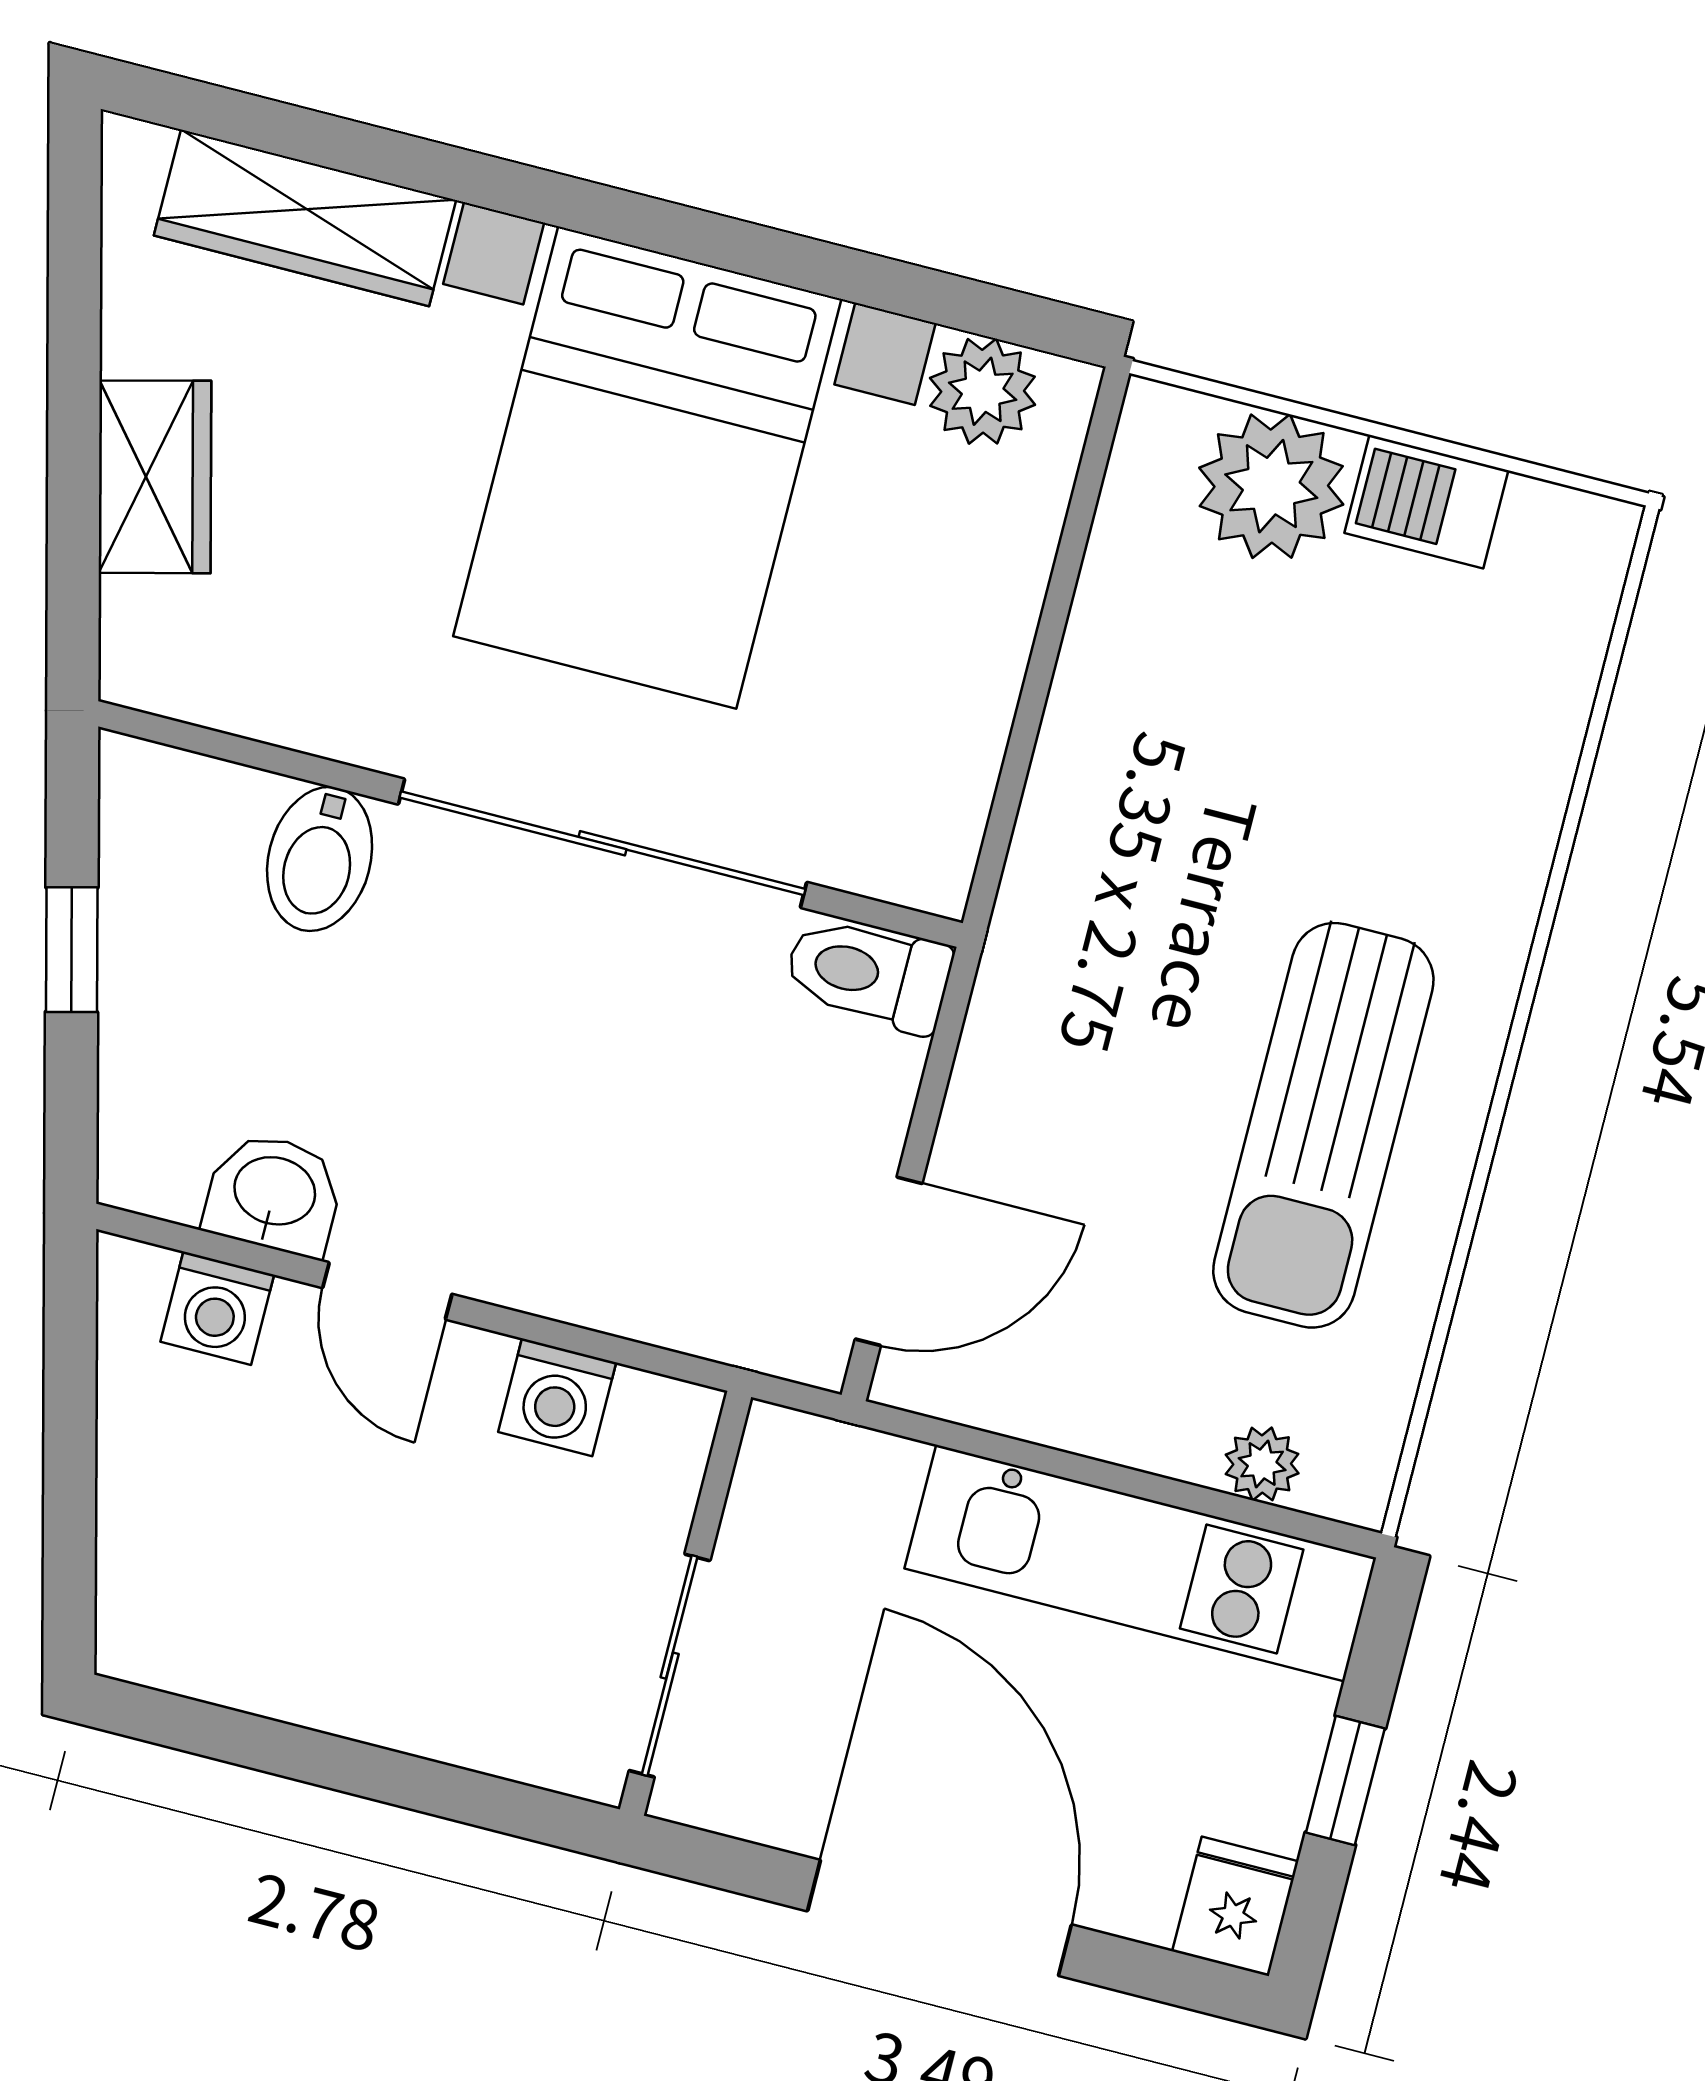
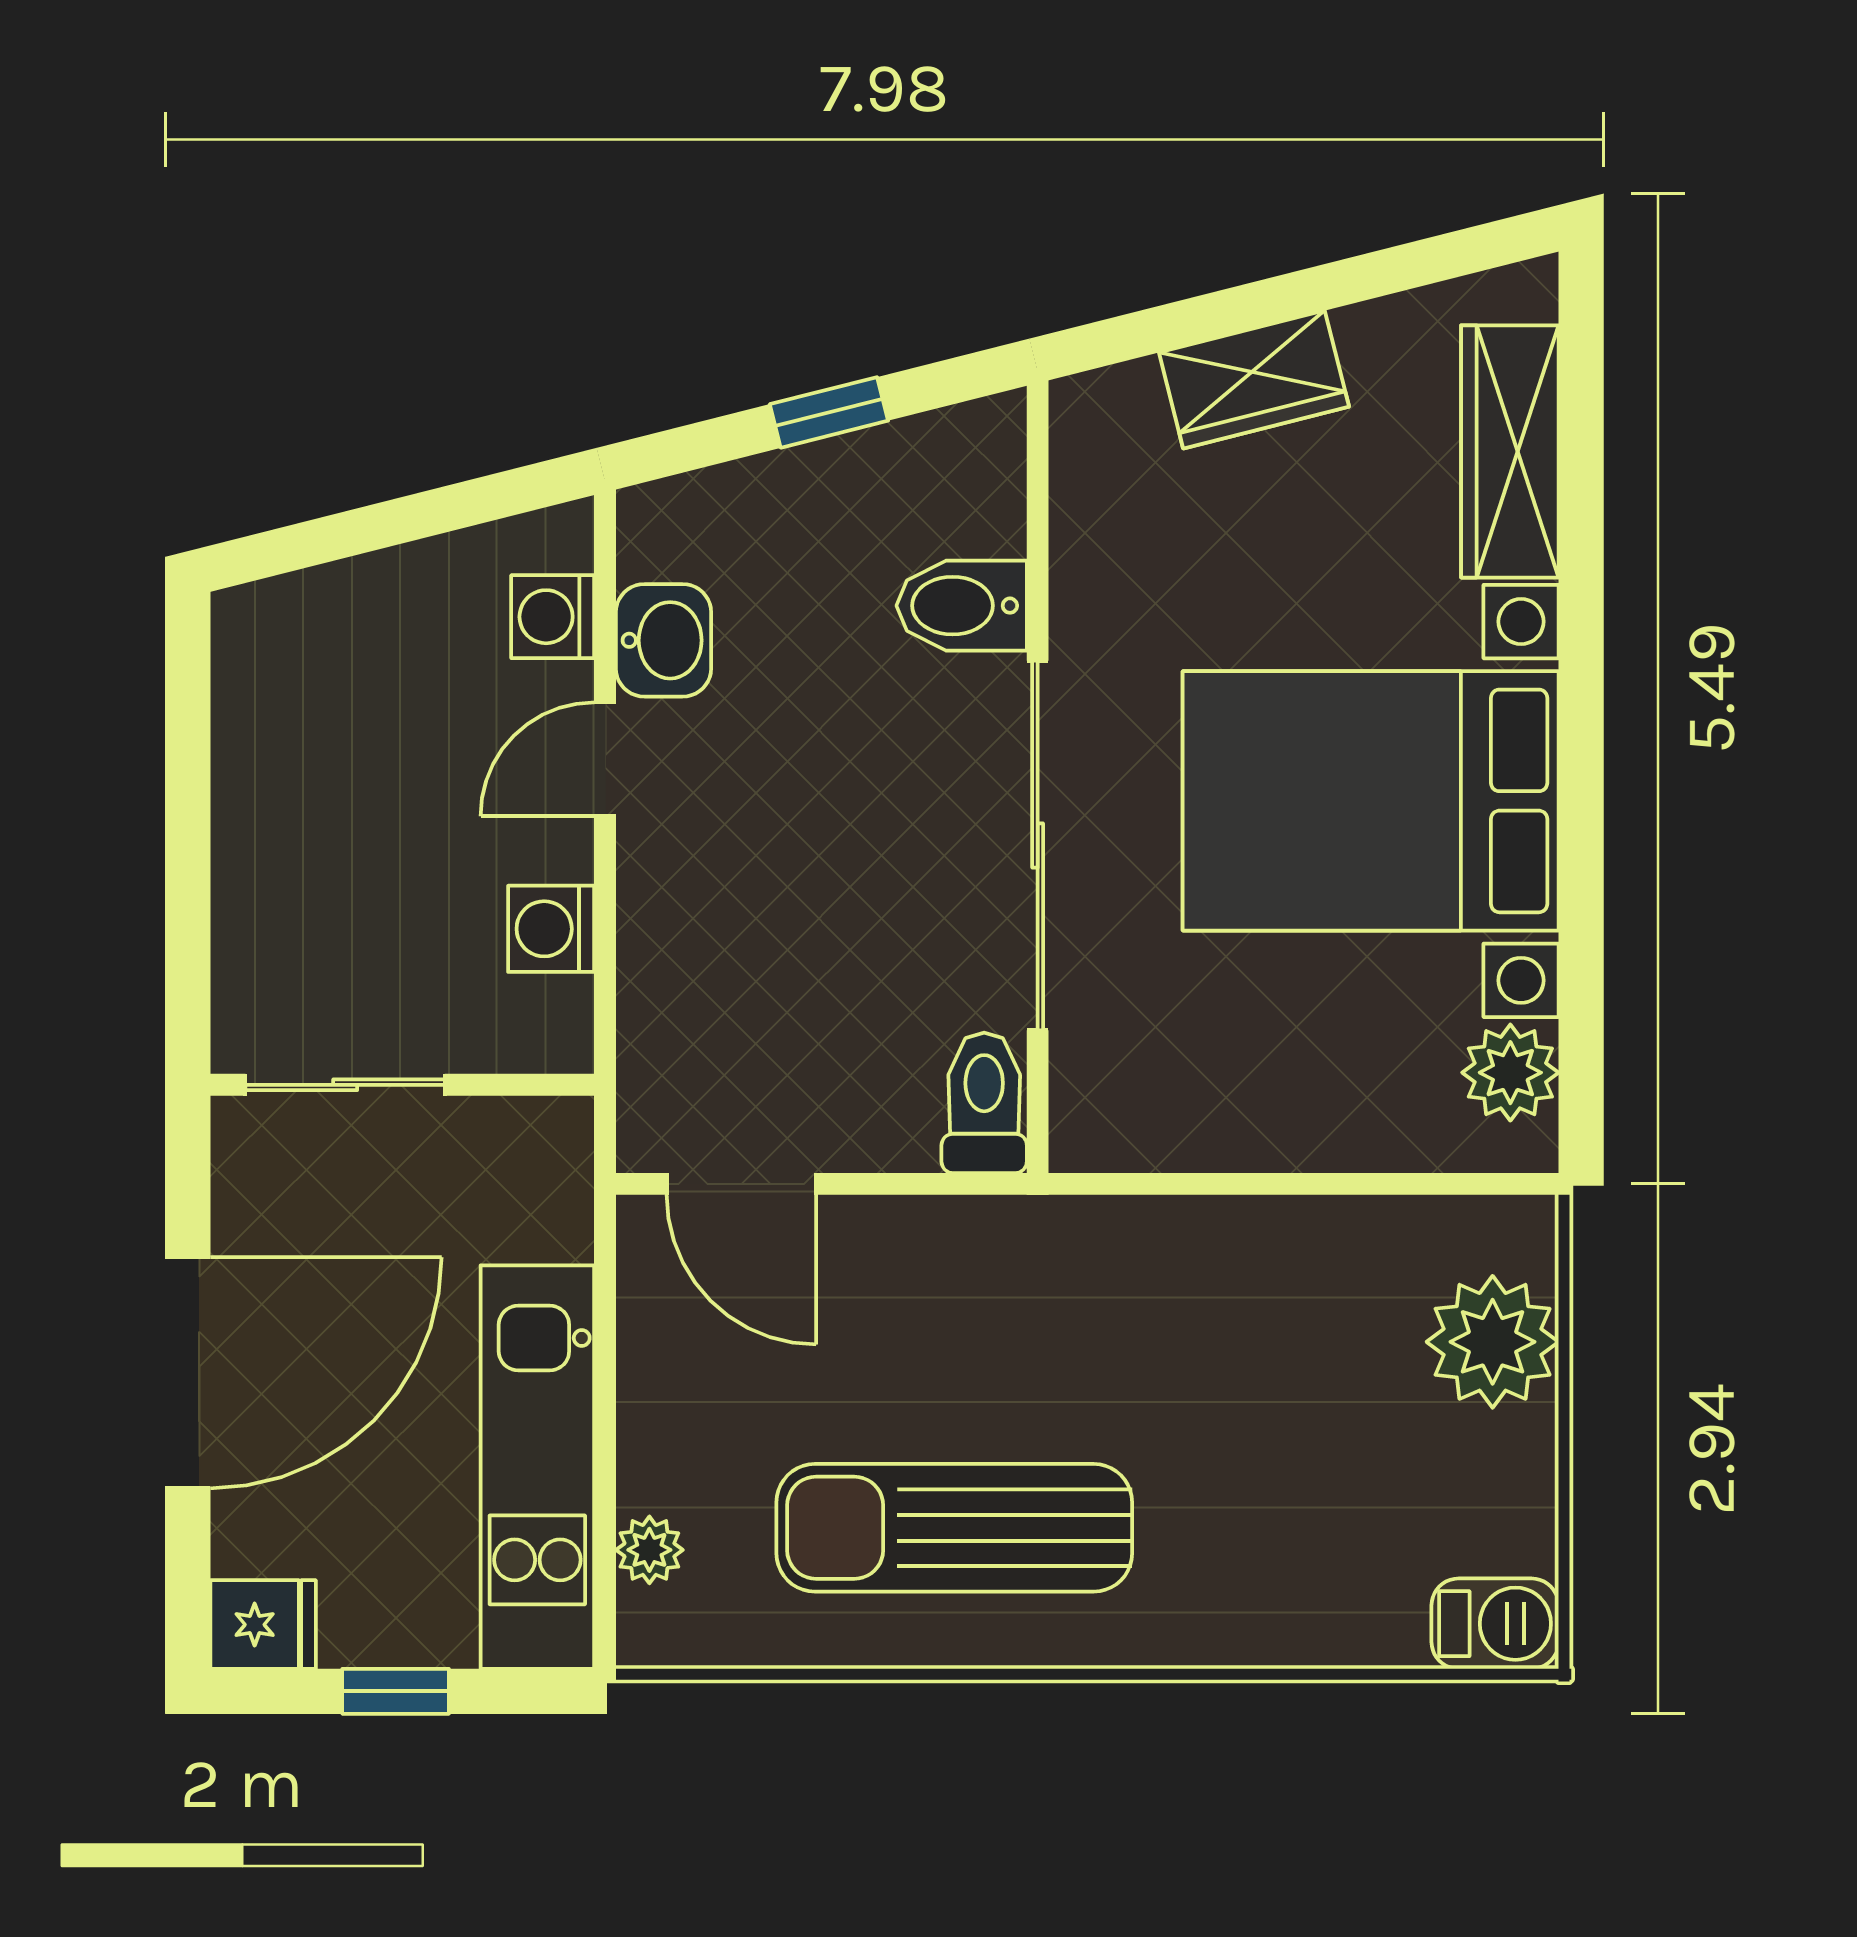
barbecue: (1426, 502) -> (1495, 1624), moved, turned 90

